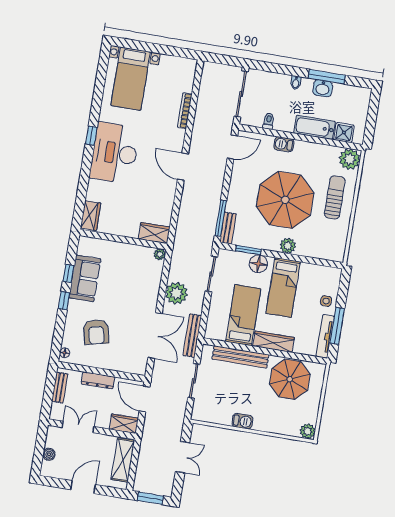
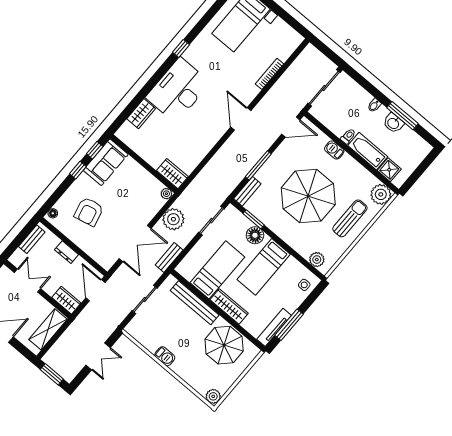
toilet: (269, 121) -> (348, 136), moved
desk: (115, 153) -> (178, 90), moved
window: (221, 218) -> (258, 165), moved
wardrobe: (154, 233) -> (172, 174), moved
wall: (123, 239) -> (144, 164), moved
plant: (288, 246) -> (317, 260), moved
plant: (160, 254) -> (166, 194), moved
side table: (326, 301) -> (304, 285), moved
bench: (192, 336) -> (169, 258), width x0.73
dresser: (98, 380) -> (67, 252), width x0.70

